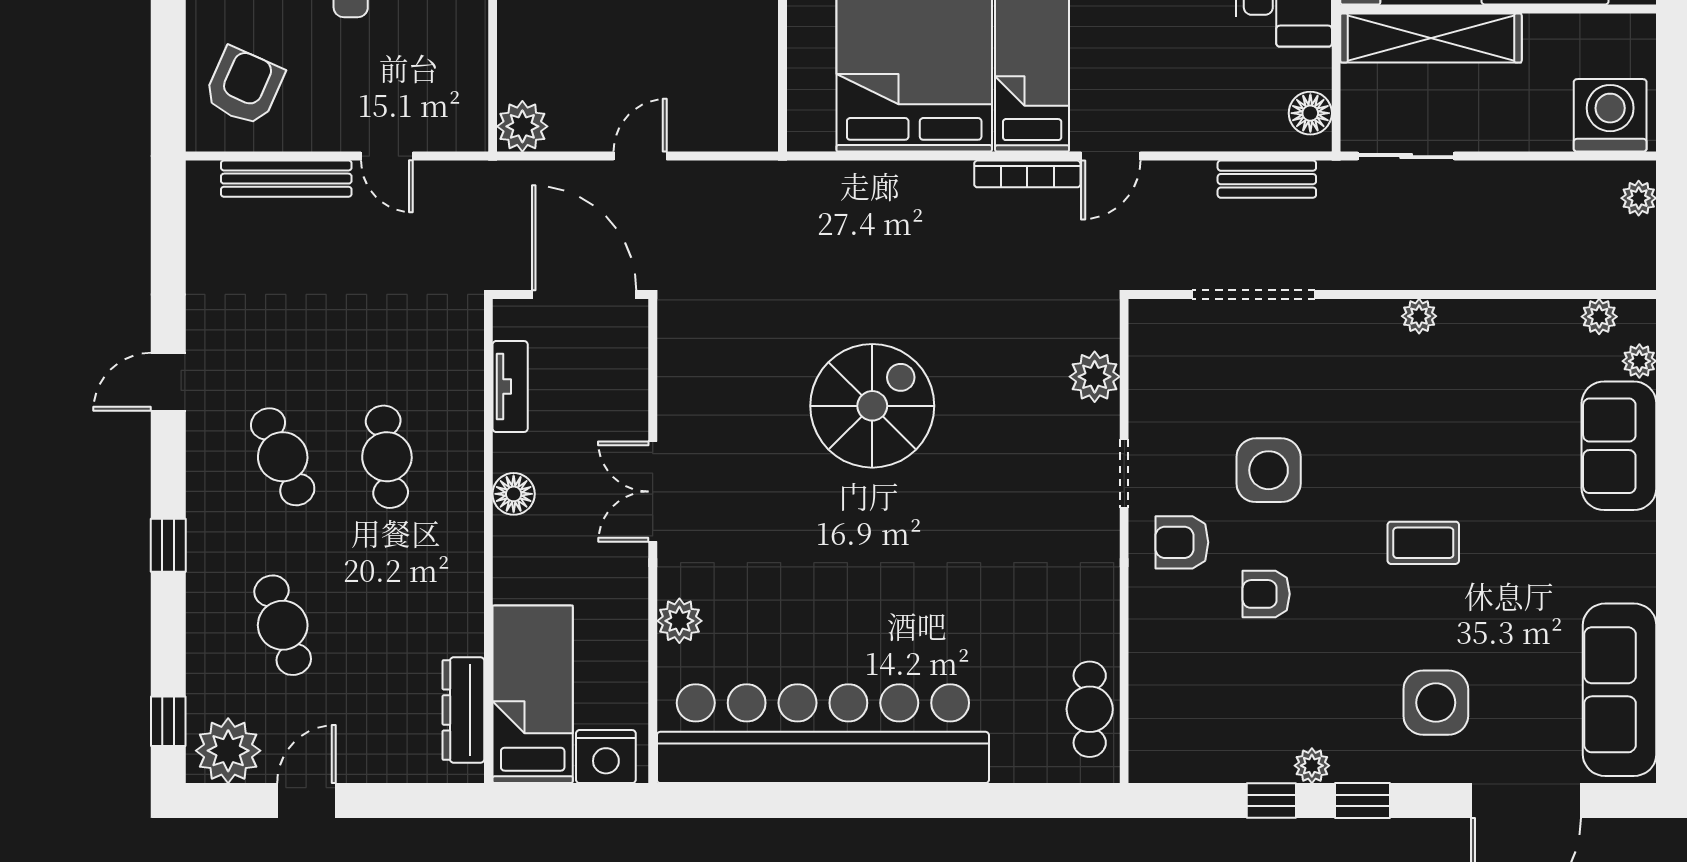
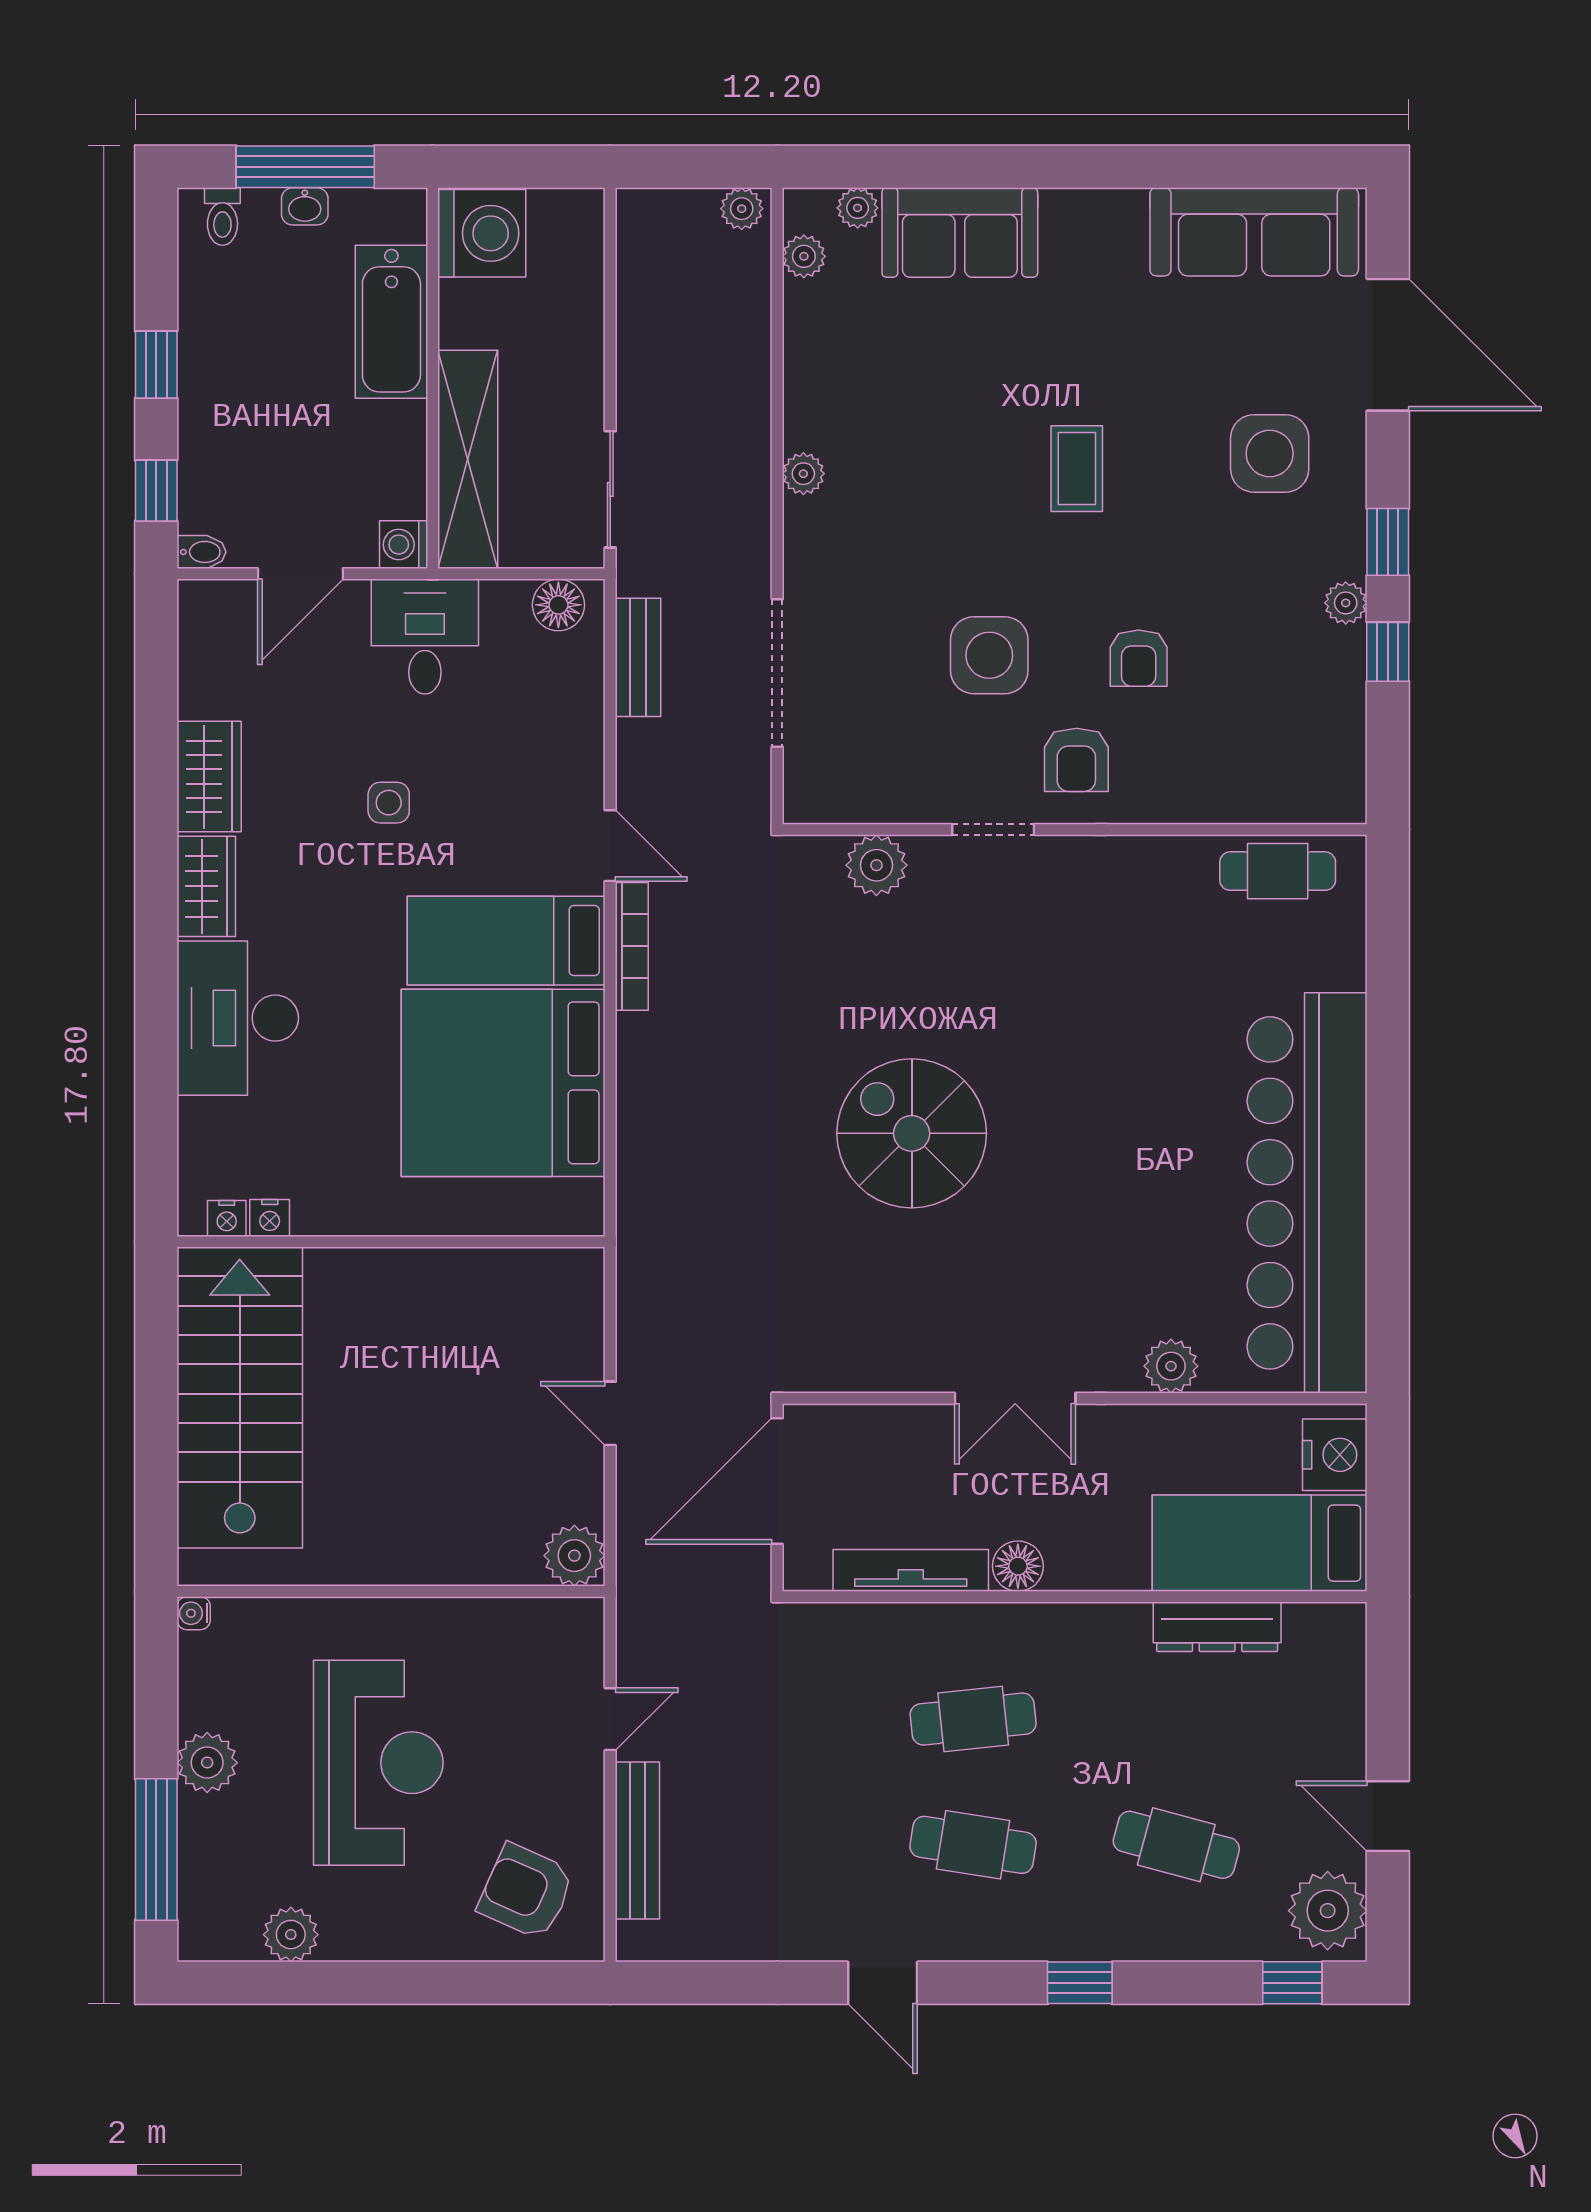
washing machine: (1610, 115) -> (482, 233), moved, turned 180
plant: (1639, 198) -> (742, 209), moved
tv unit: (510, 387) -> (911, 1570), width x1.41
cafe table: (283, 457) -> (973, 1845), turned 33
cafe table: (283, 625) -> (1176, 1845), turned 33
dresser: (463, 710) -> (1217, 1627), moved

